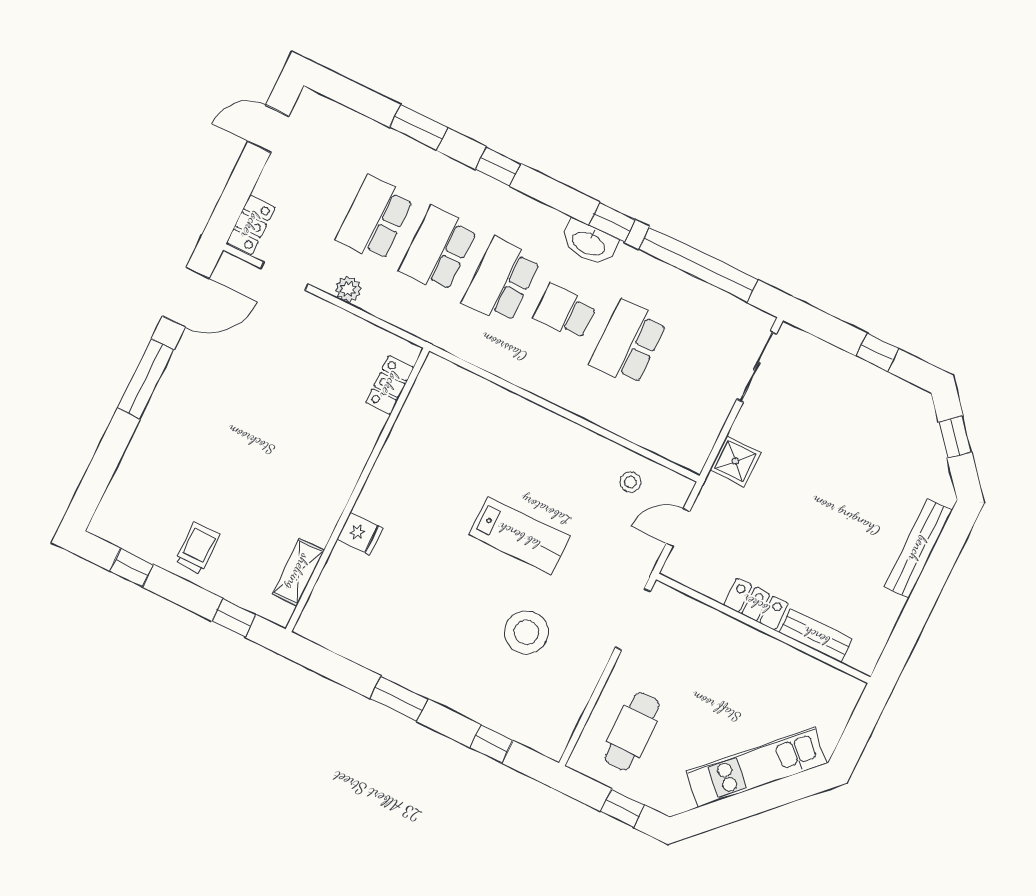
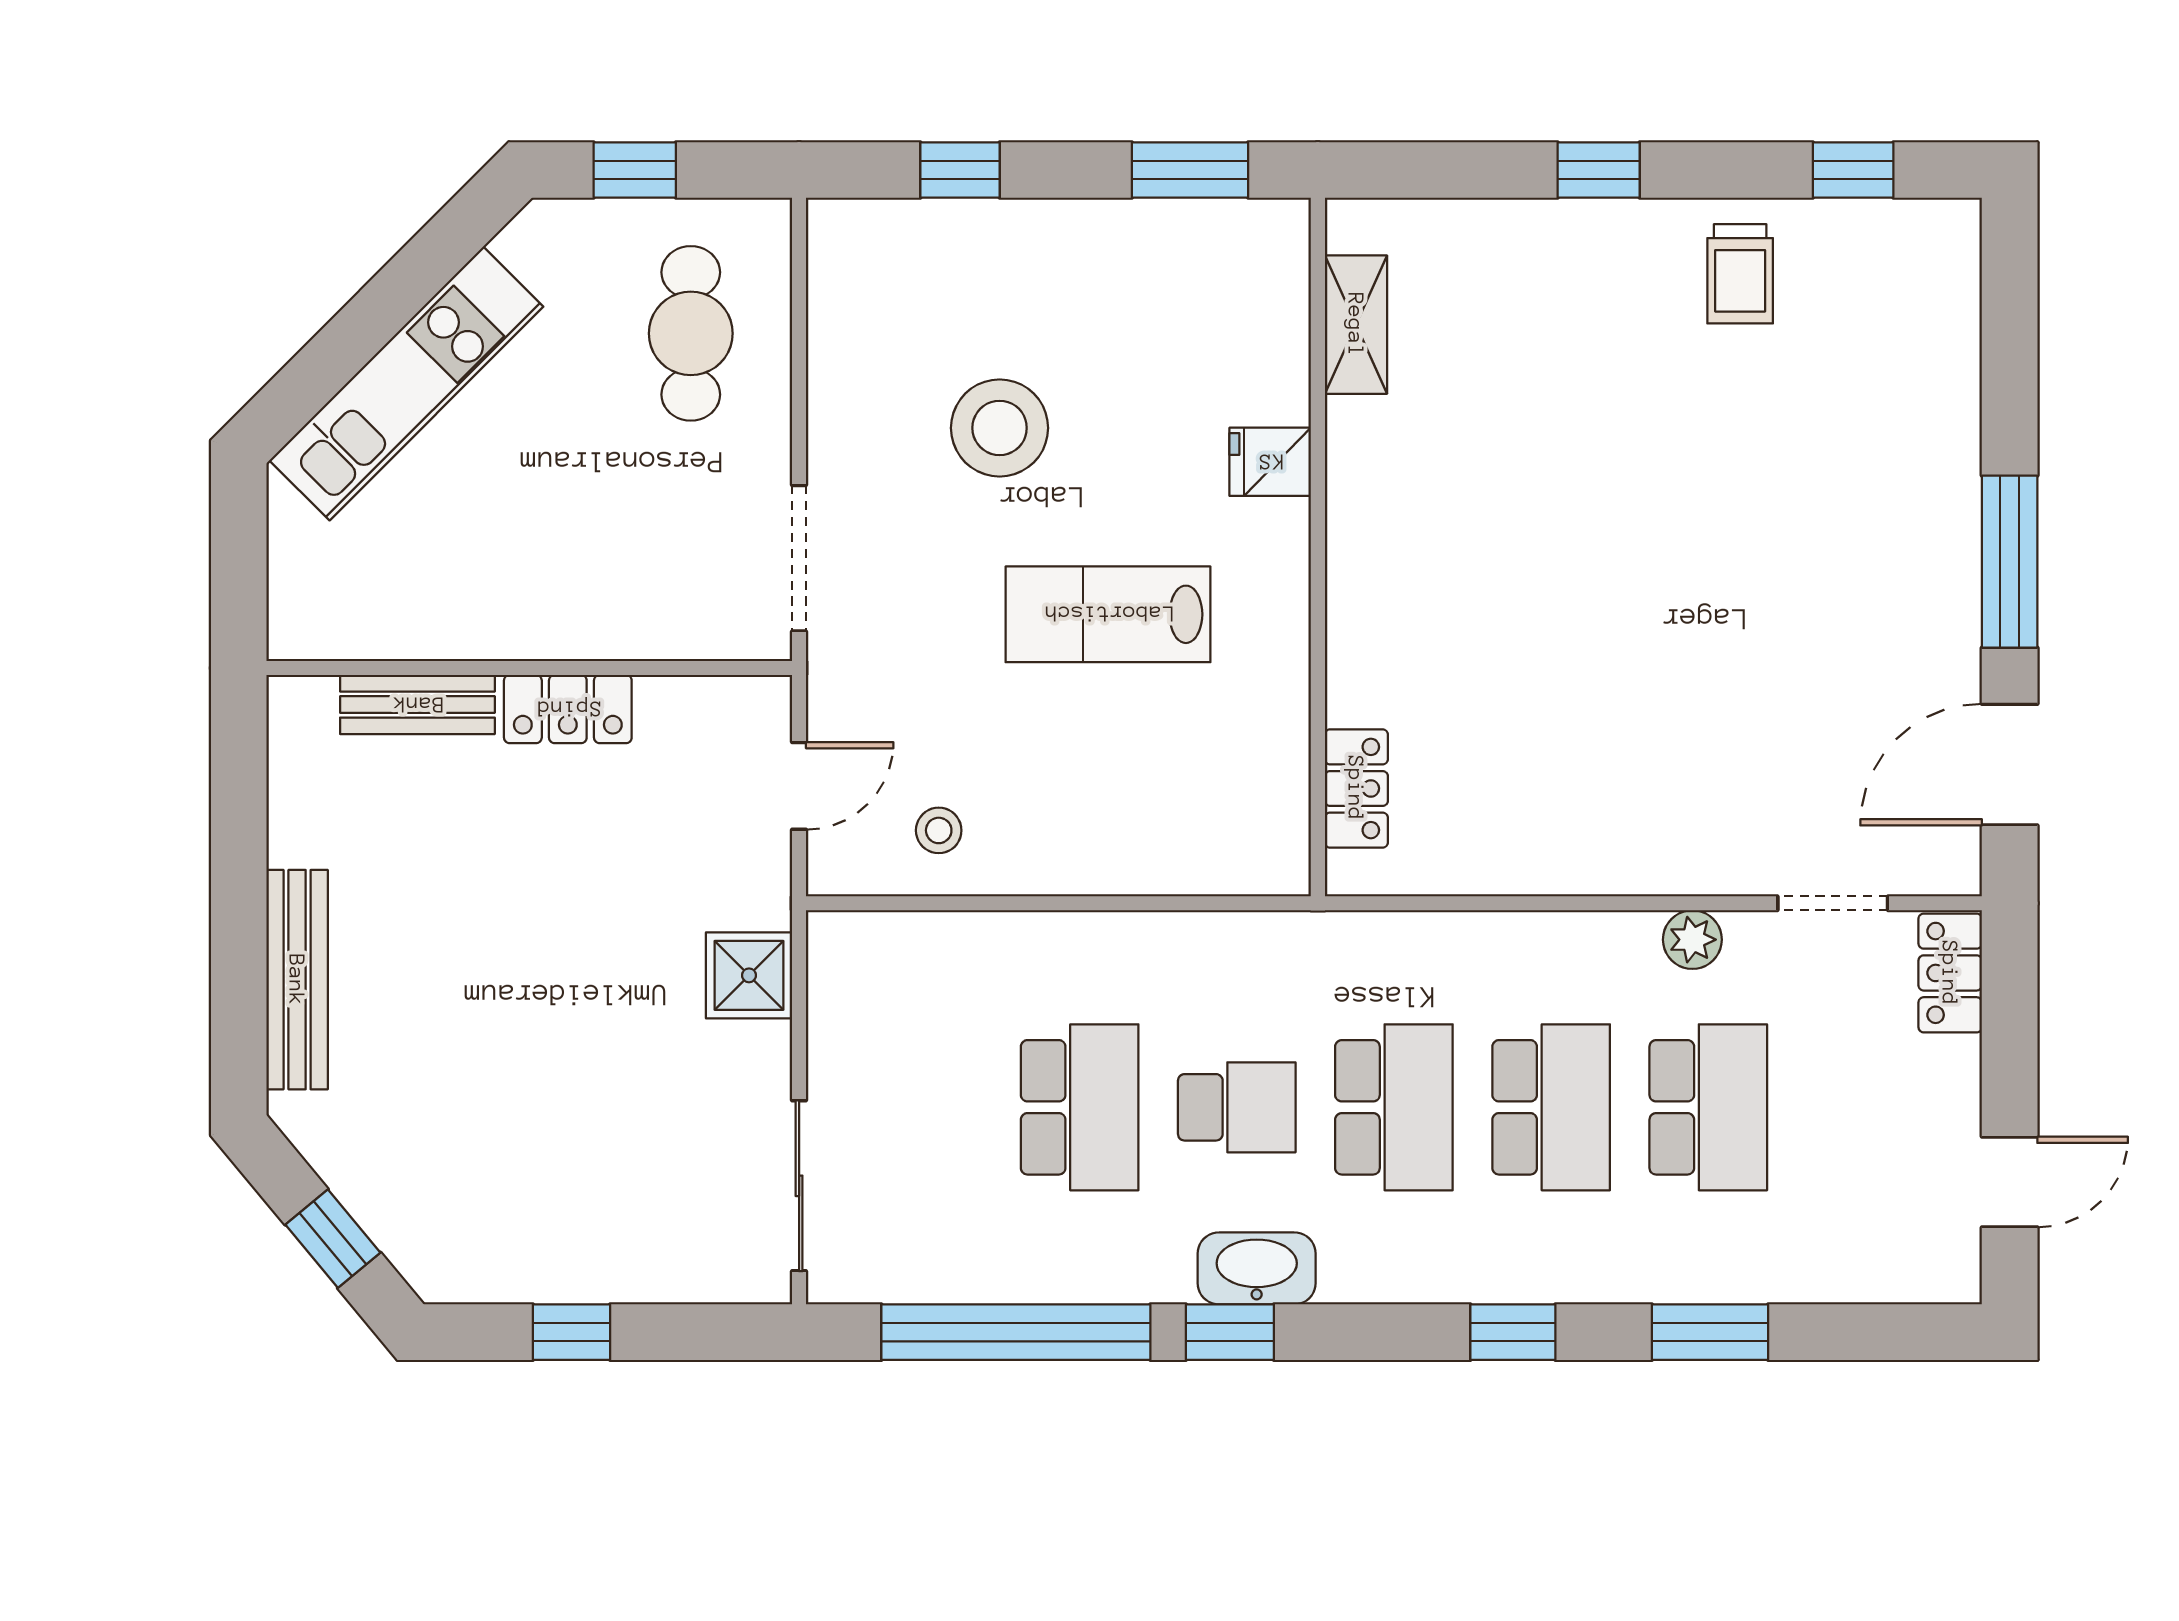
locker: (390, 385) -> (1356, 788), moved
wall: (357, 490) -> (1318, 547), moved
fridge: (360, 534) -> (1270, 462), moved
shelving: (298, 572) -> (1356, 325), moved

